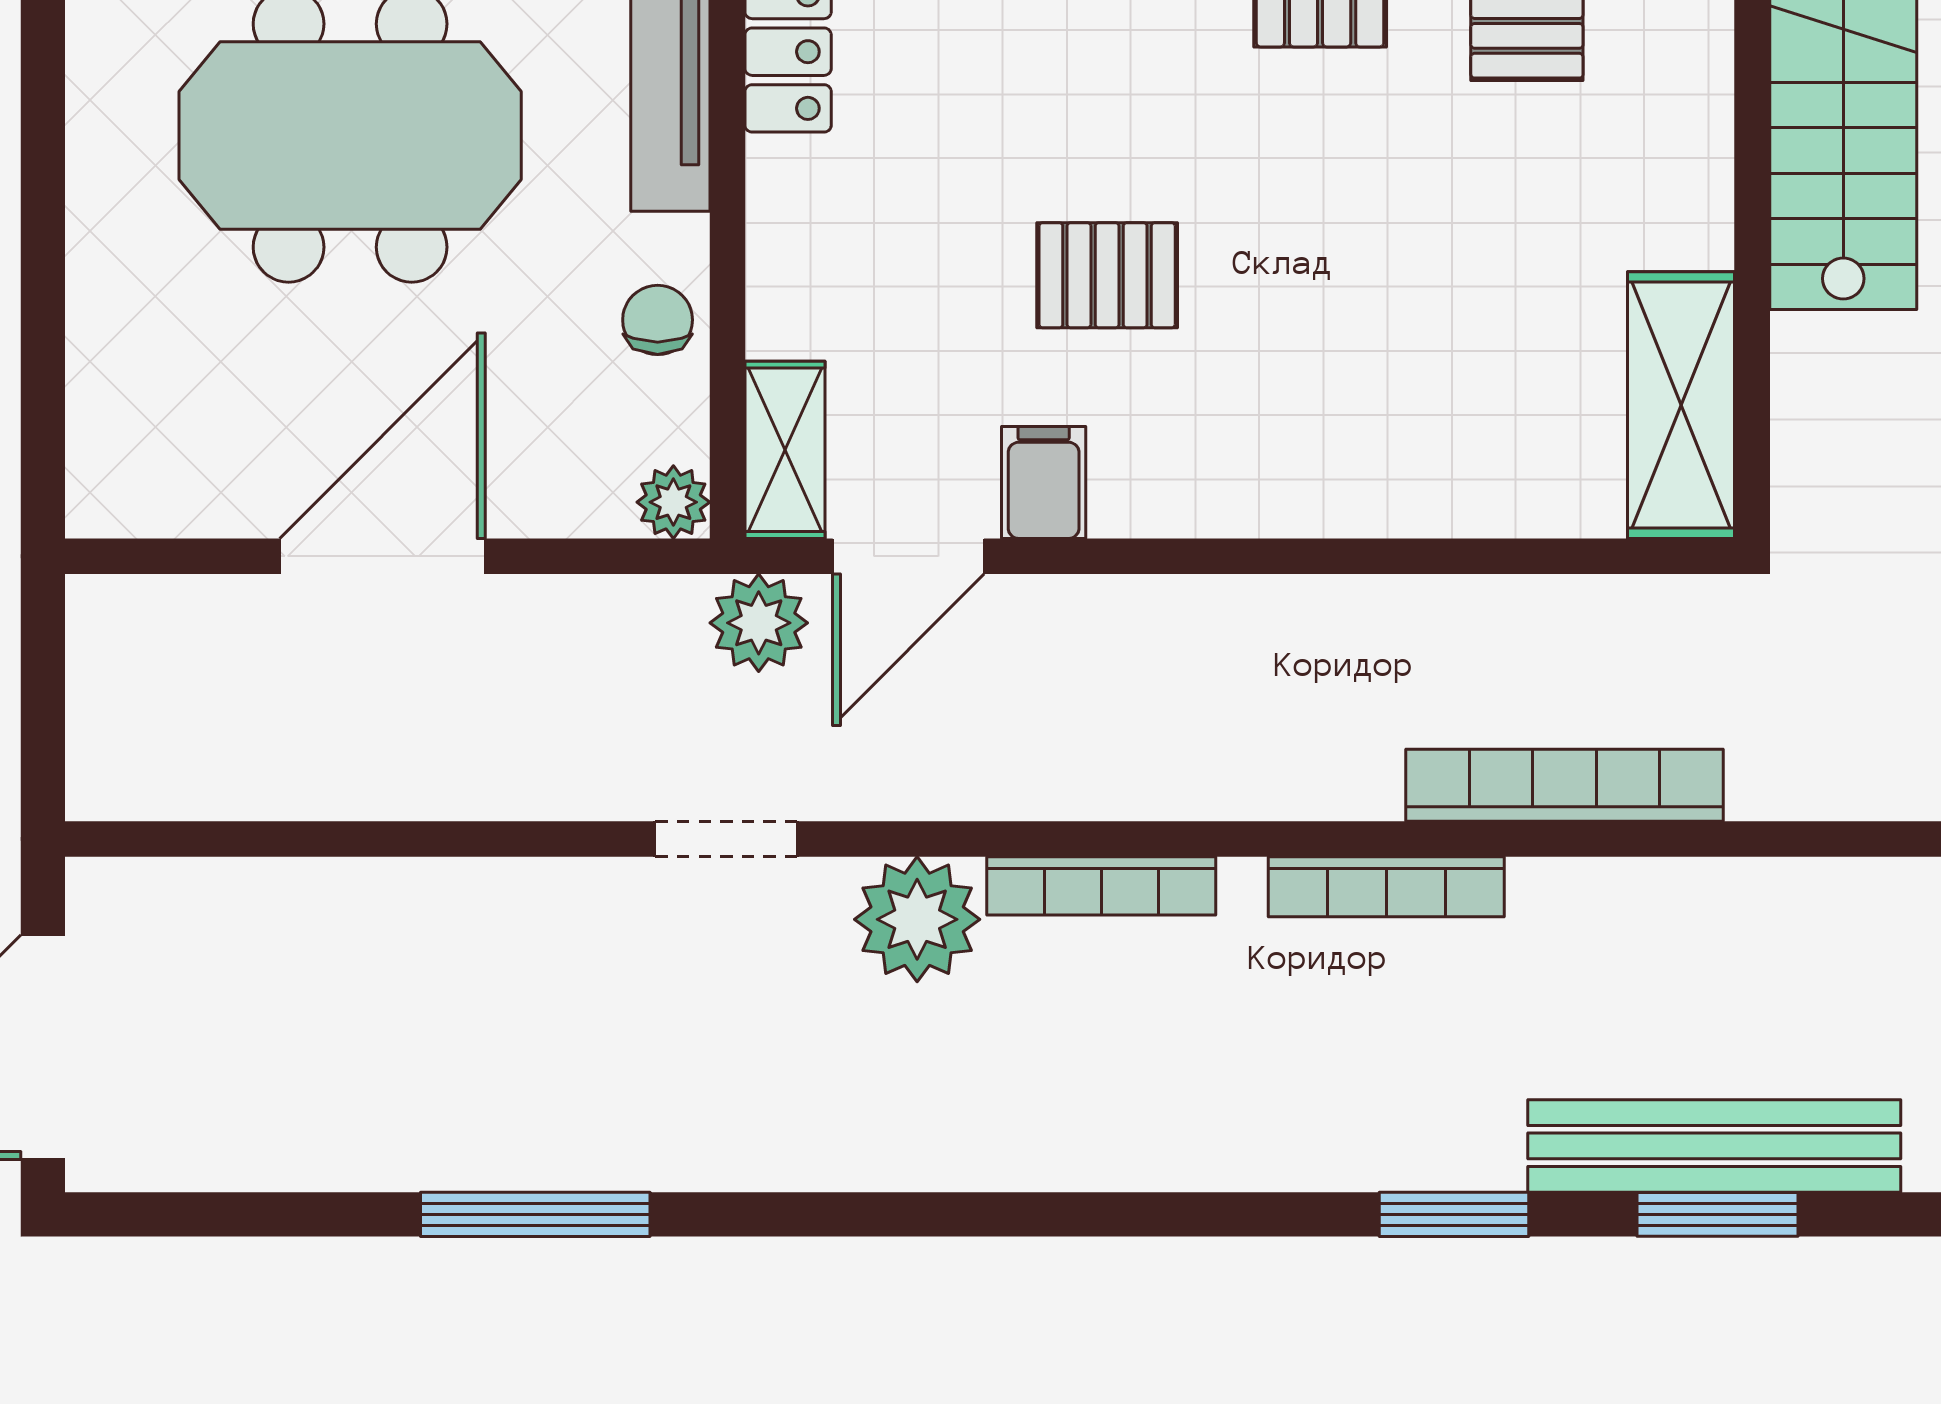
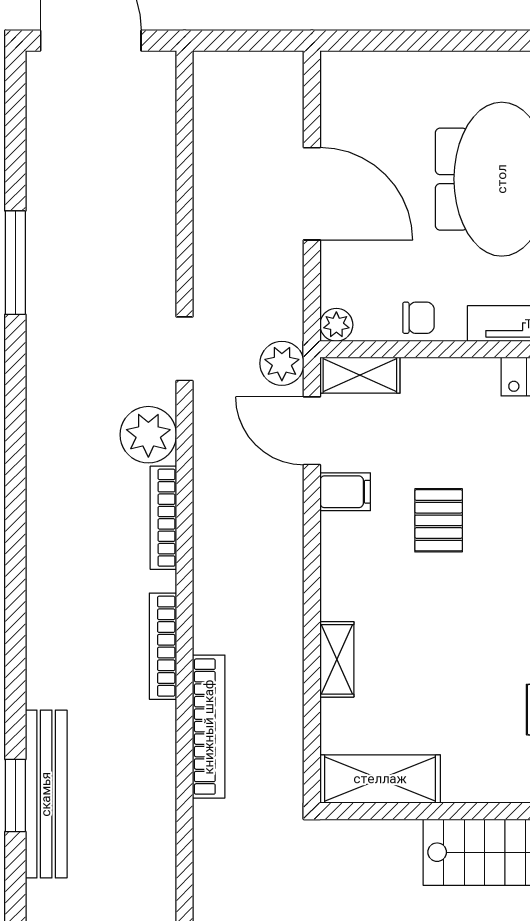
shelving: (1415, 501) -> (337, 659), added
window: (1454, 1214) -> (15, 677), removed

